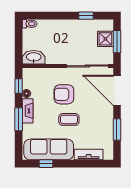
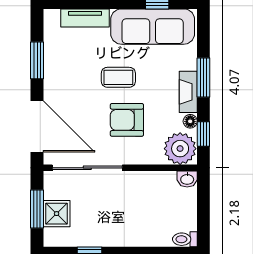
washbasin: (34, 57) -> (187, 179), width x0.52, depth x0.69
plant: (32, 77) -> (180, 149), added
armchair: (64, 94) -> (127, 120), turned 180

